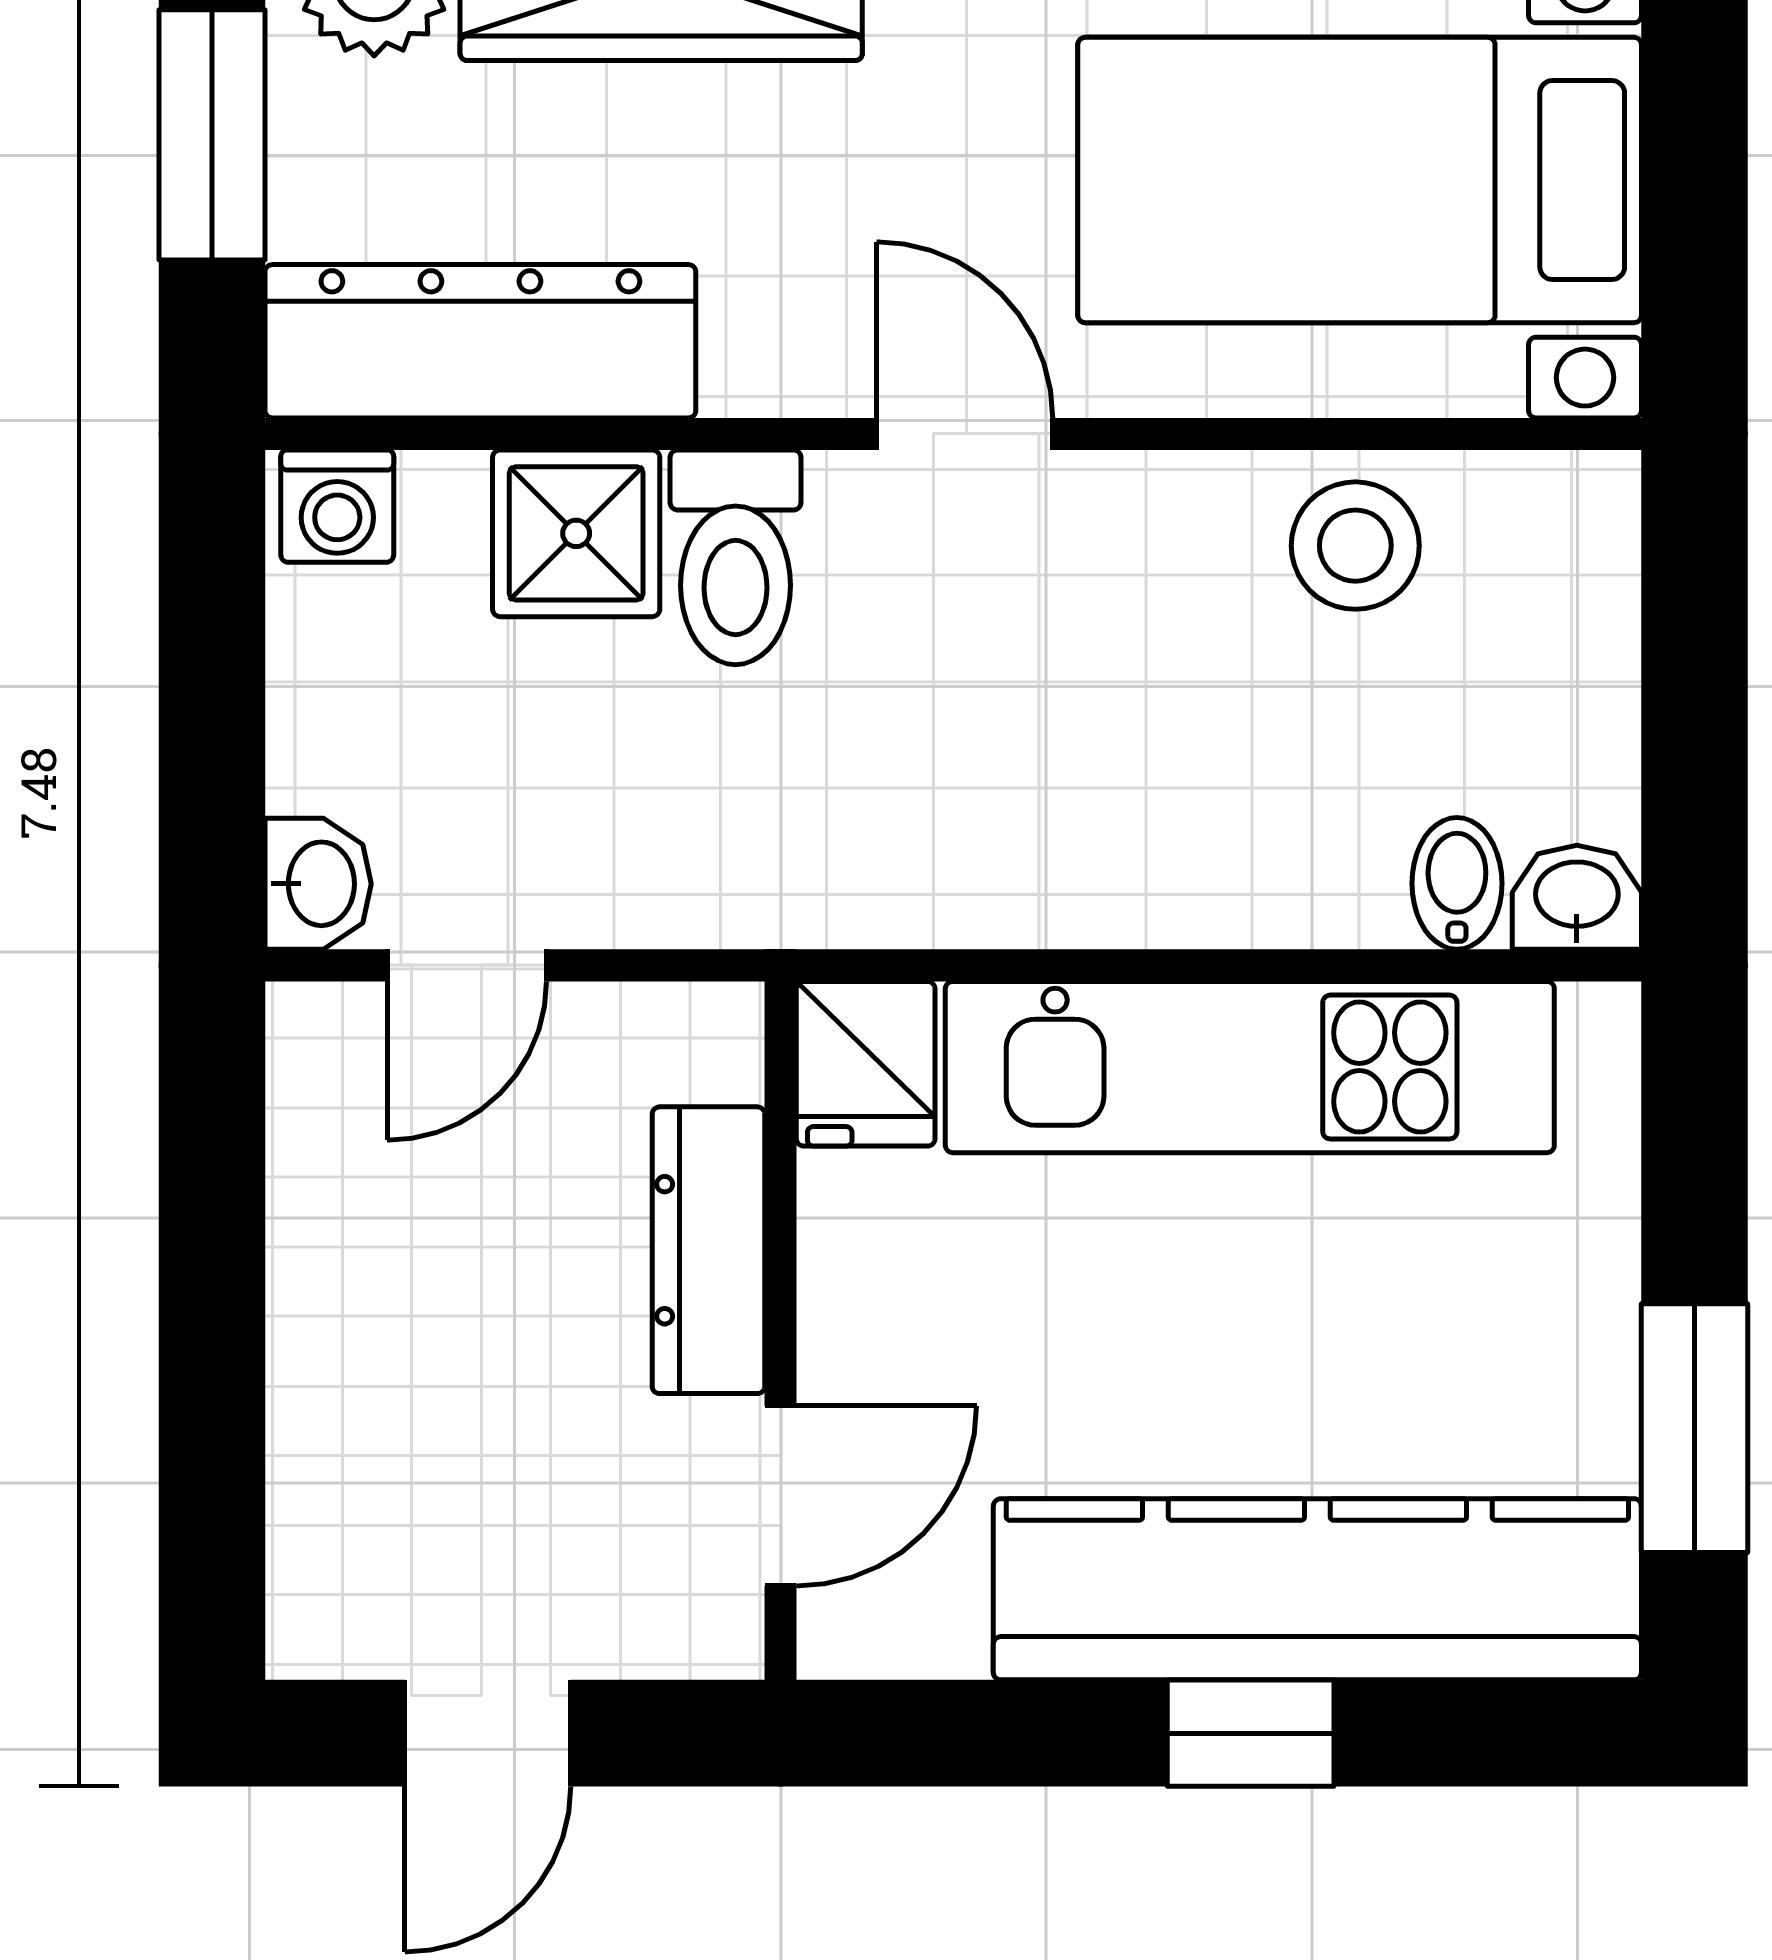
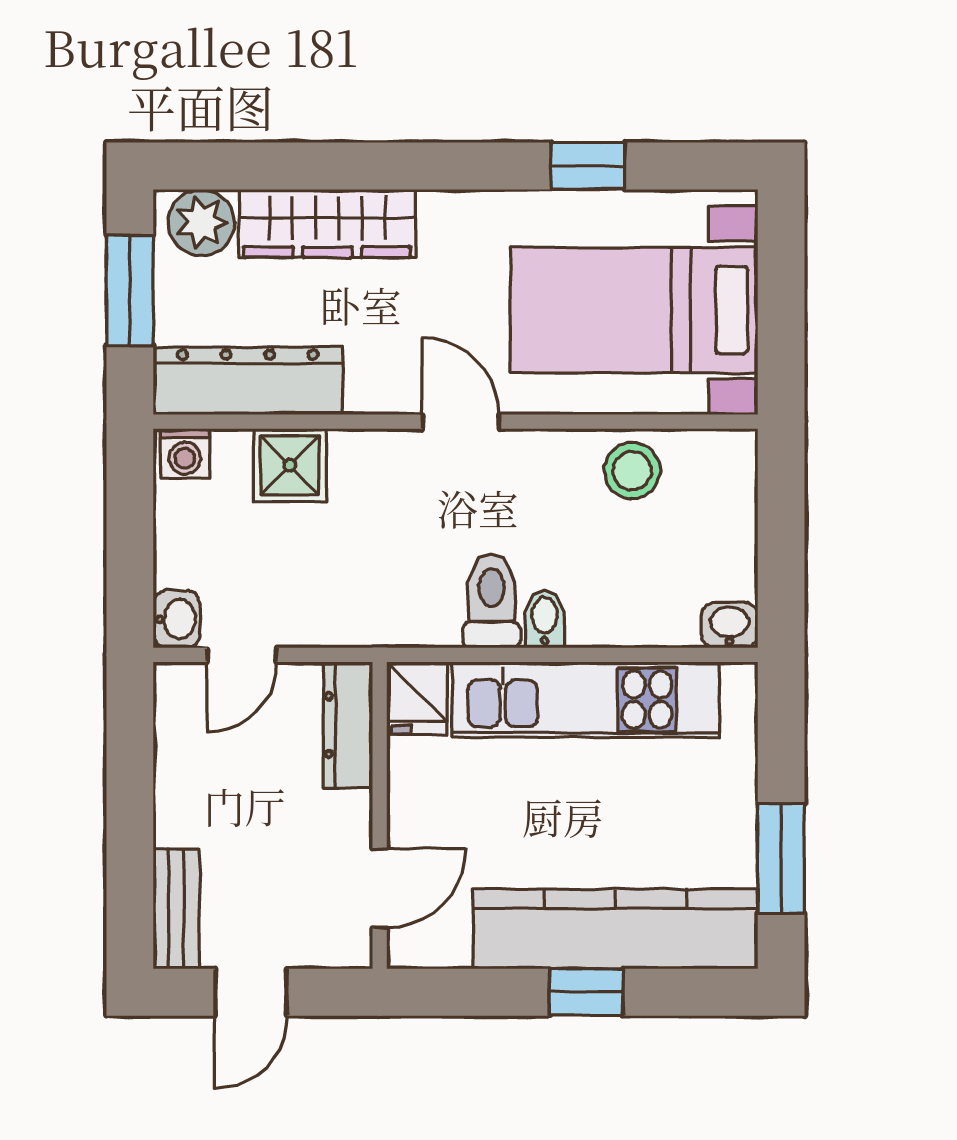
toilet: (736, 557) -> (492, 601), moved, turned 180
bidet: (1457, 883) -> (545, 619), moved
dresser: (708, 1250) -> (348, 725), moved
bench: (317, 1543) -> (176, 909), added

